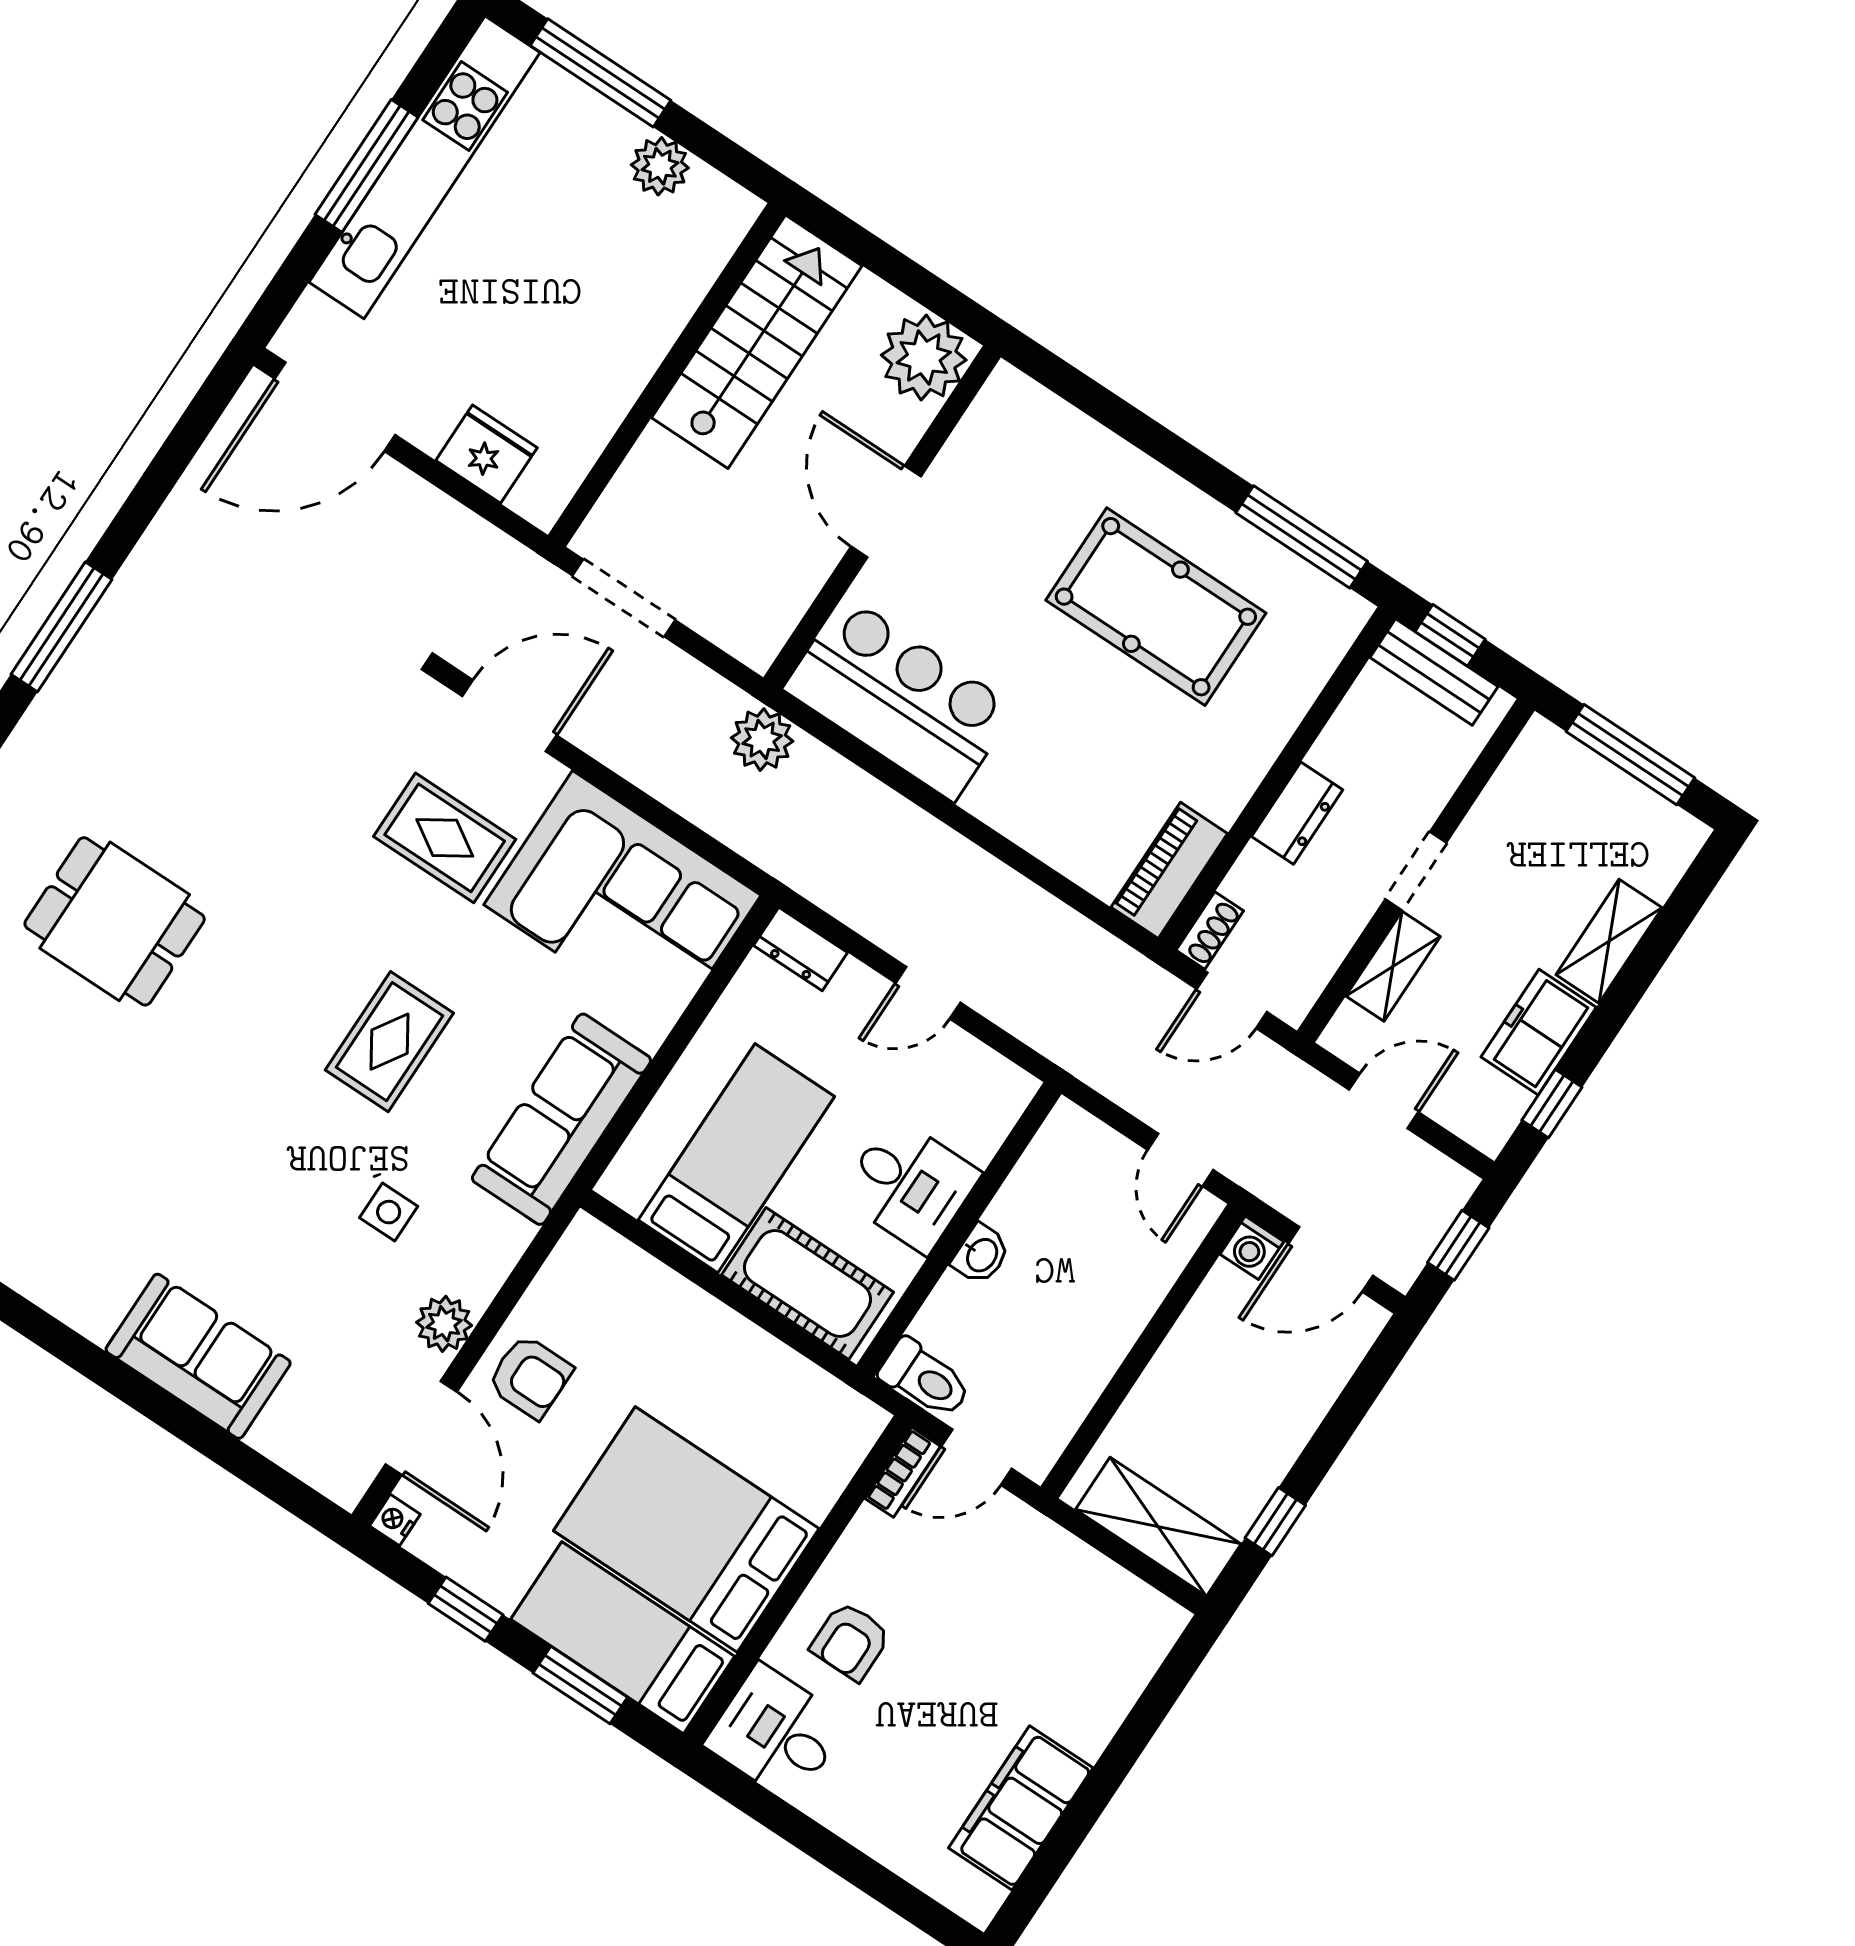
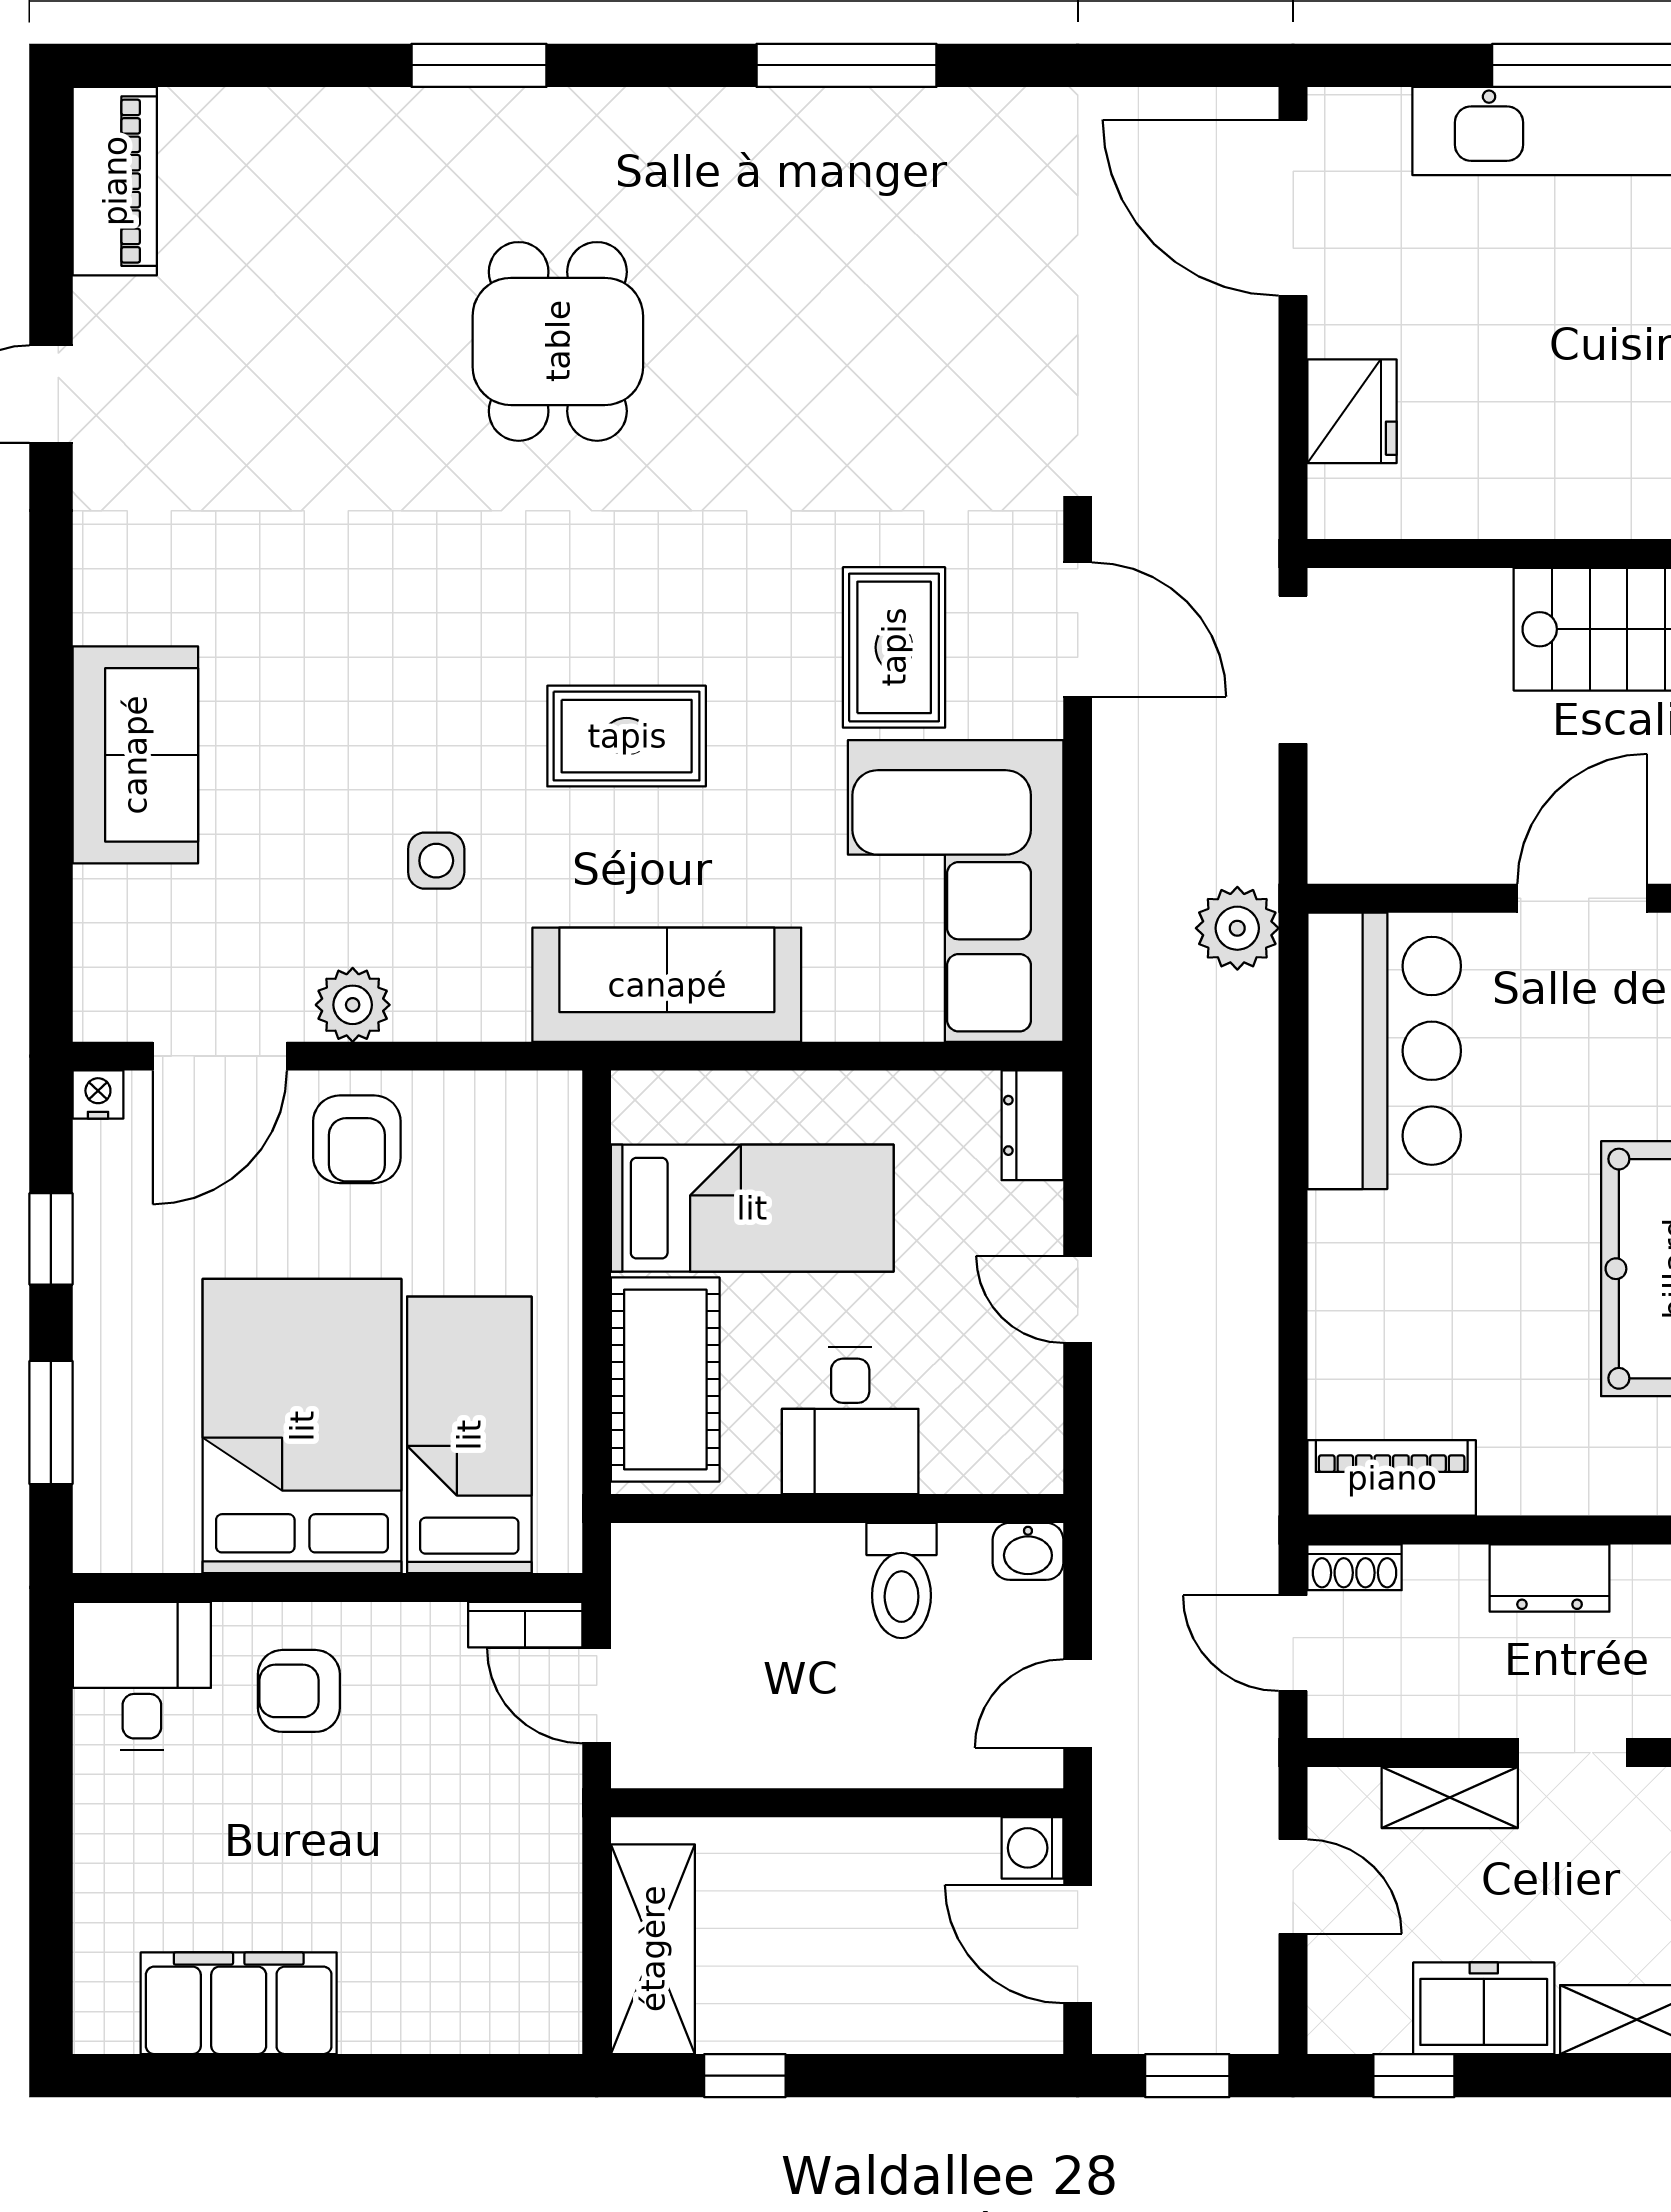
washbasin: (981, 1254) -> (1028, 1551), moved
toilet: (925, 1379) -> (902, 1580), moved
bed: (623, 1638) -> (469, 1435), moved

